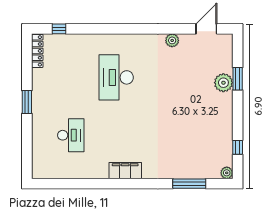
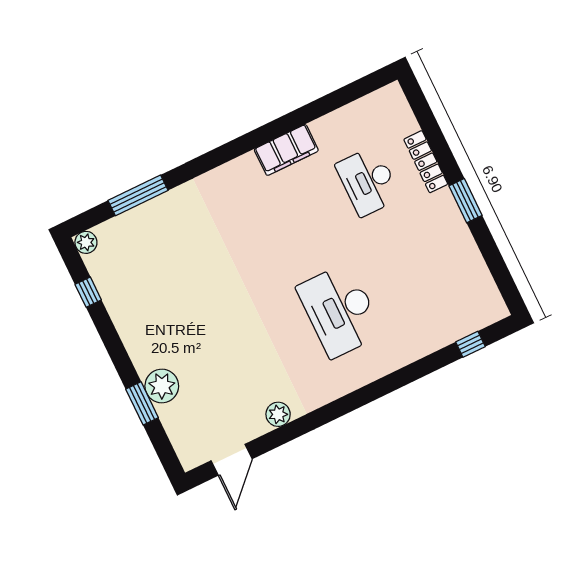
locker: (37, 51) -> (426, 162), moved
desk: (116, 77) -> (340, 310), turned 180
filing cabinet: (125, 171) -> (286, 150), moved

